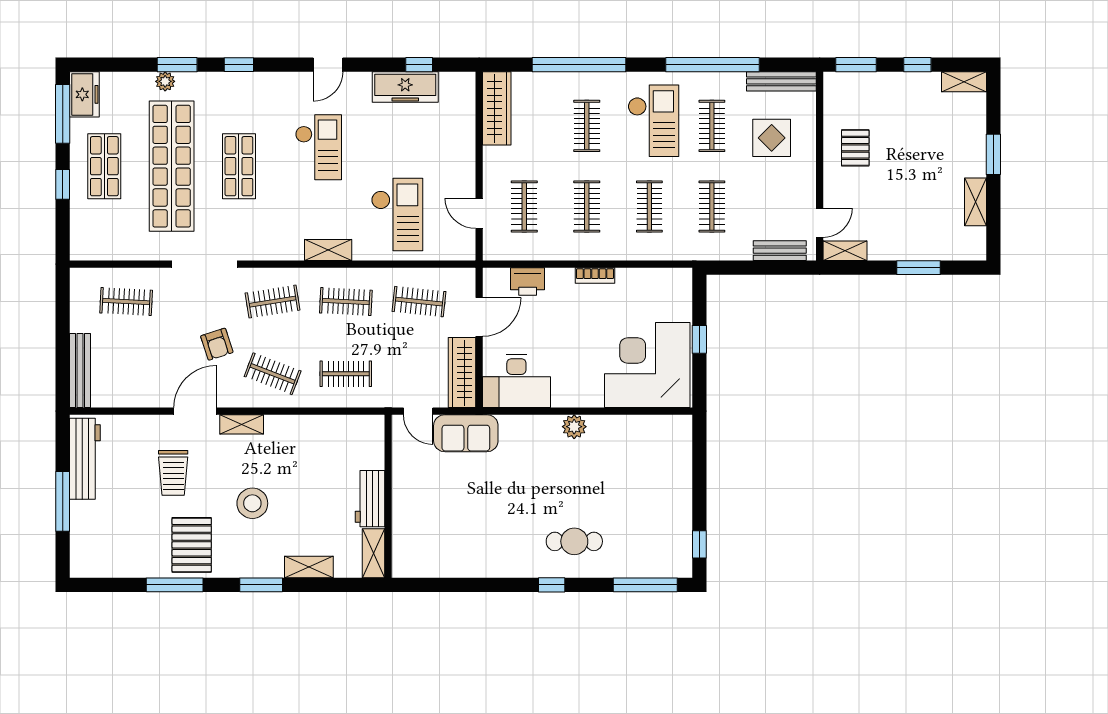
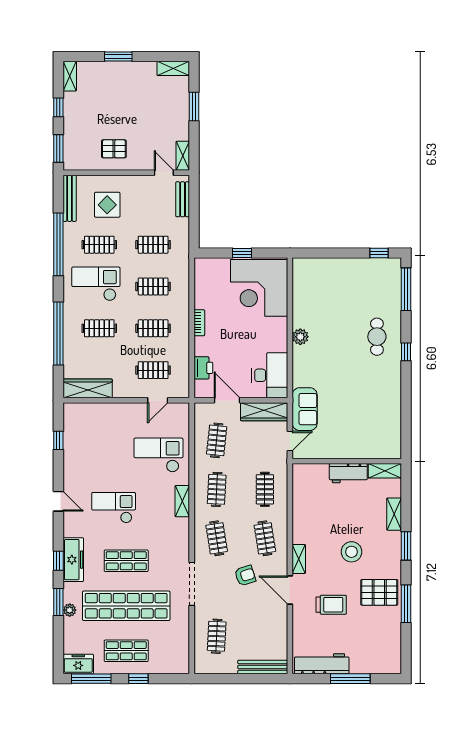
freezer: (405, 87) -> (73, 560), moved
shelving: (976, 202) -> (173, 68), moved
clothes rail: (273, 374) -> (265, 538), turned -30

